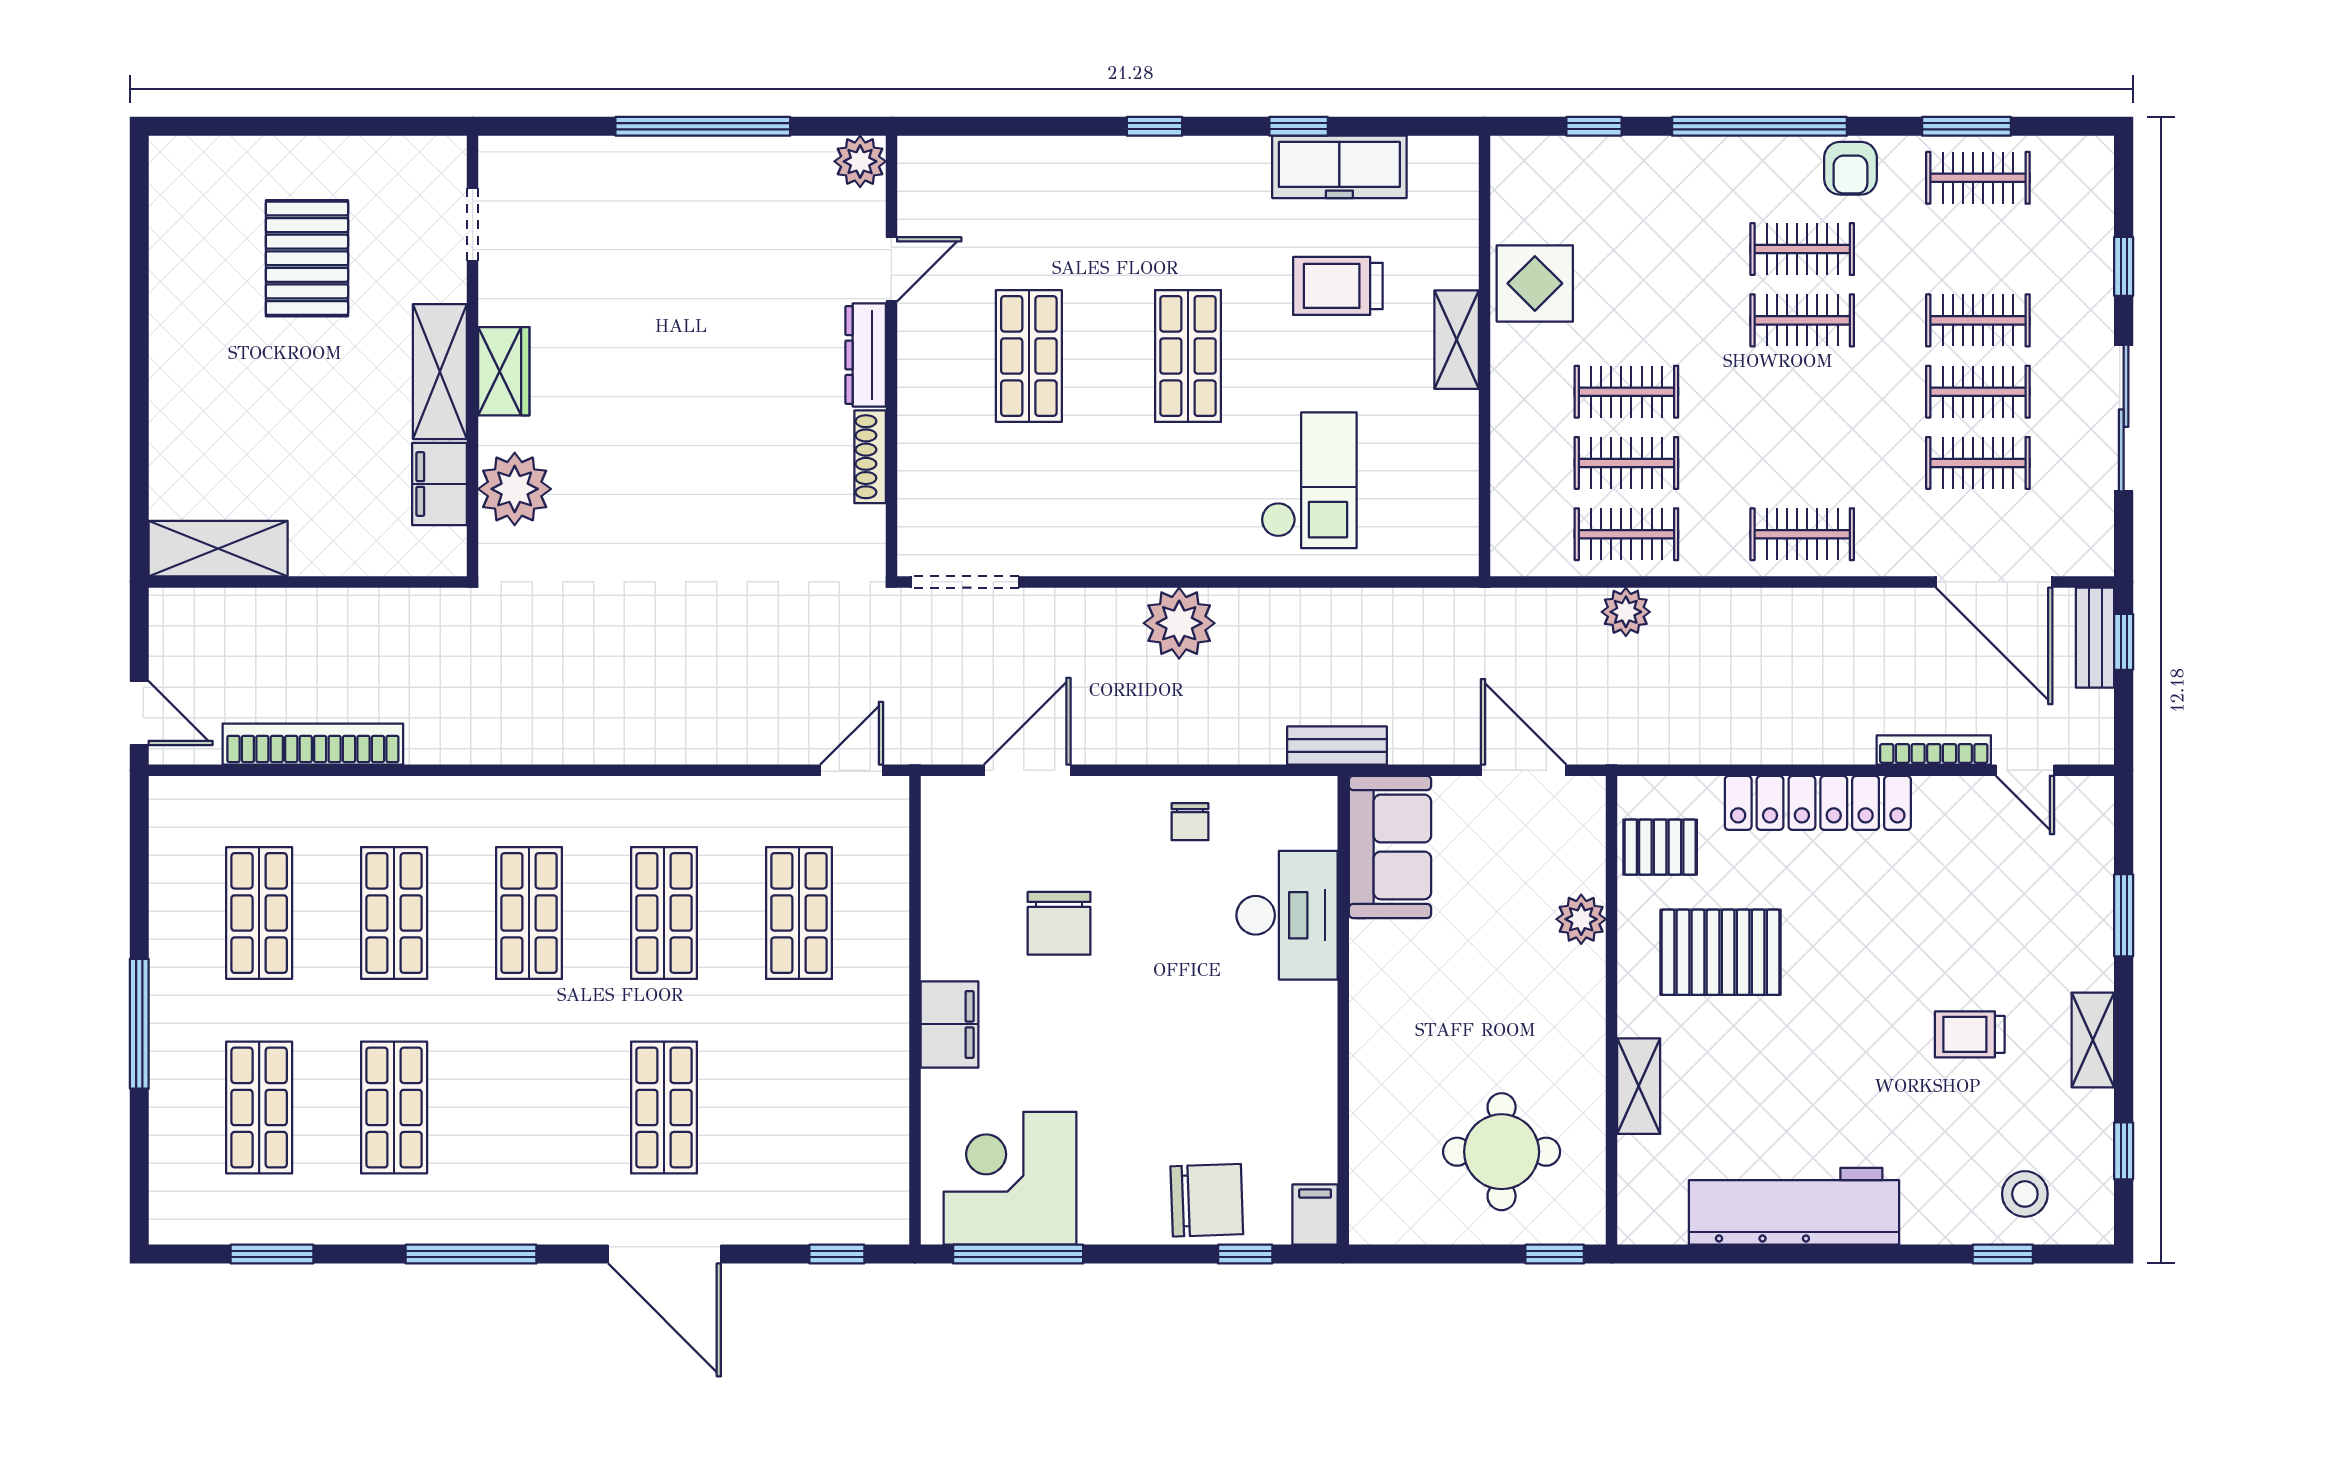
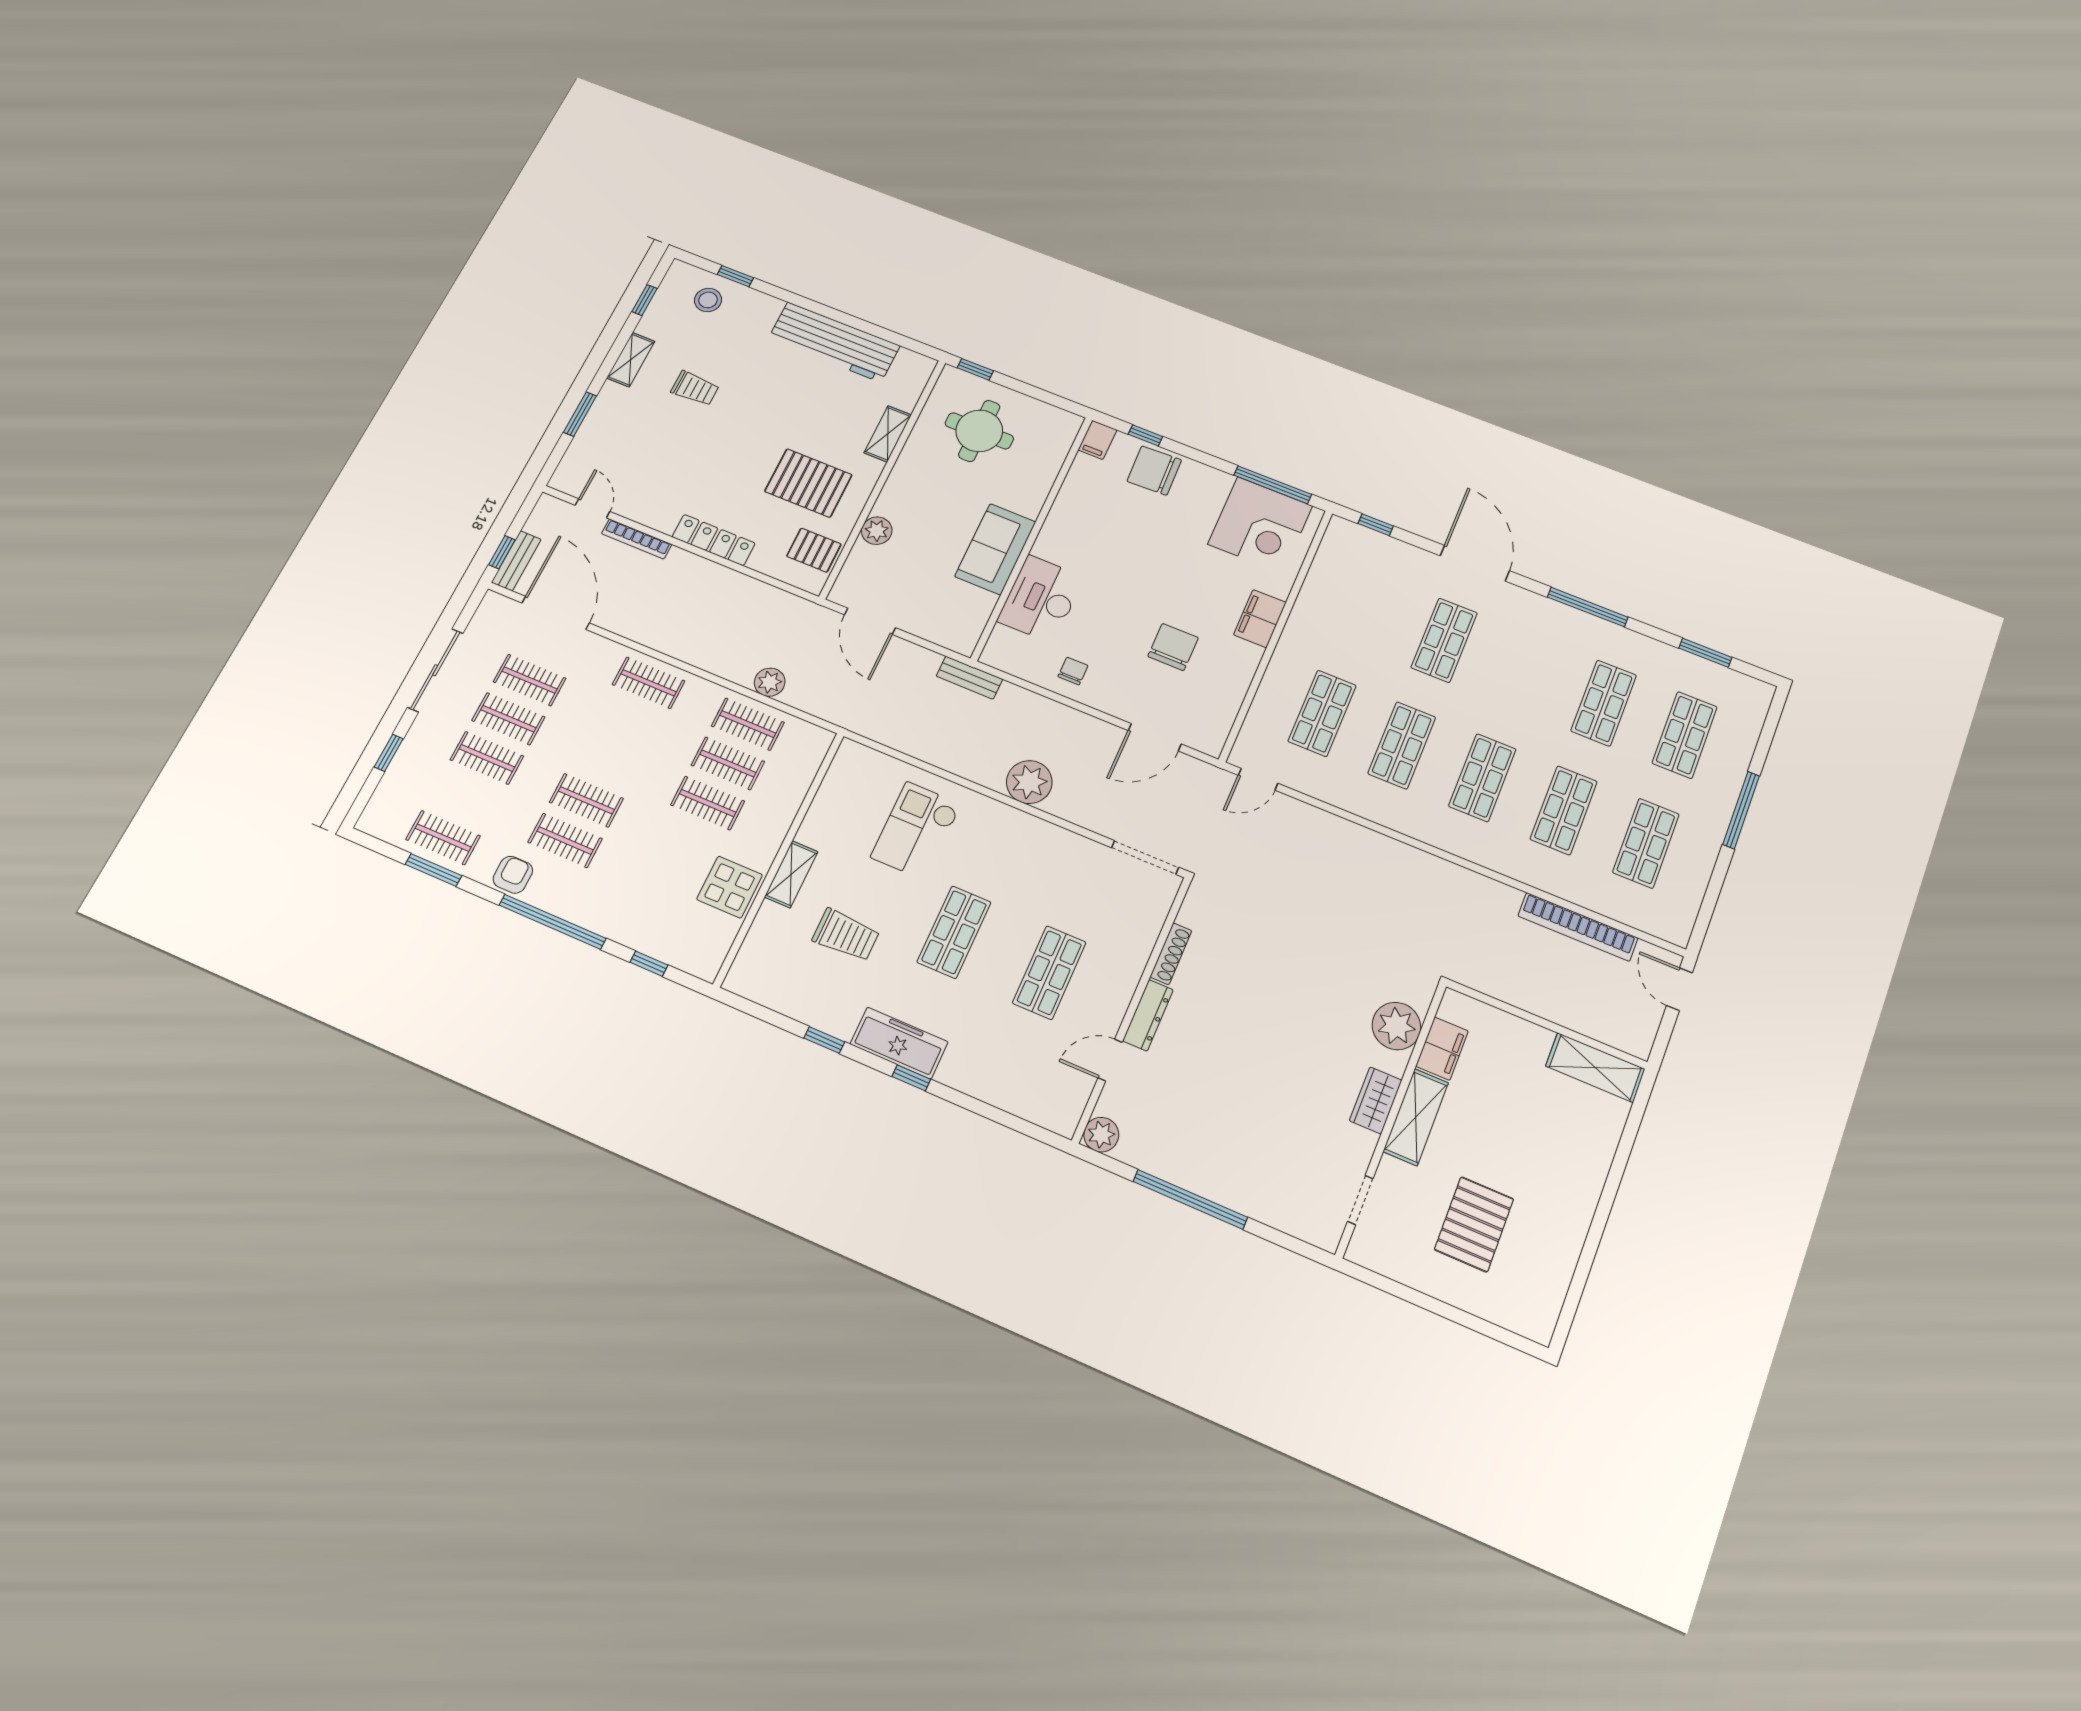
freezer: (1339, 167) -> (899, 1043), moved
locker: (1818, 803) -> (714, 540), width x0.71, depth x0.83
sofa: (1390, 847) -> (995, 549), moved

